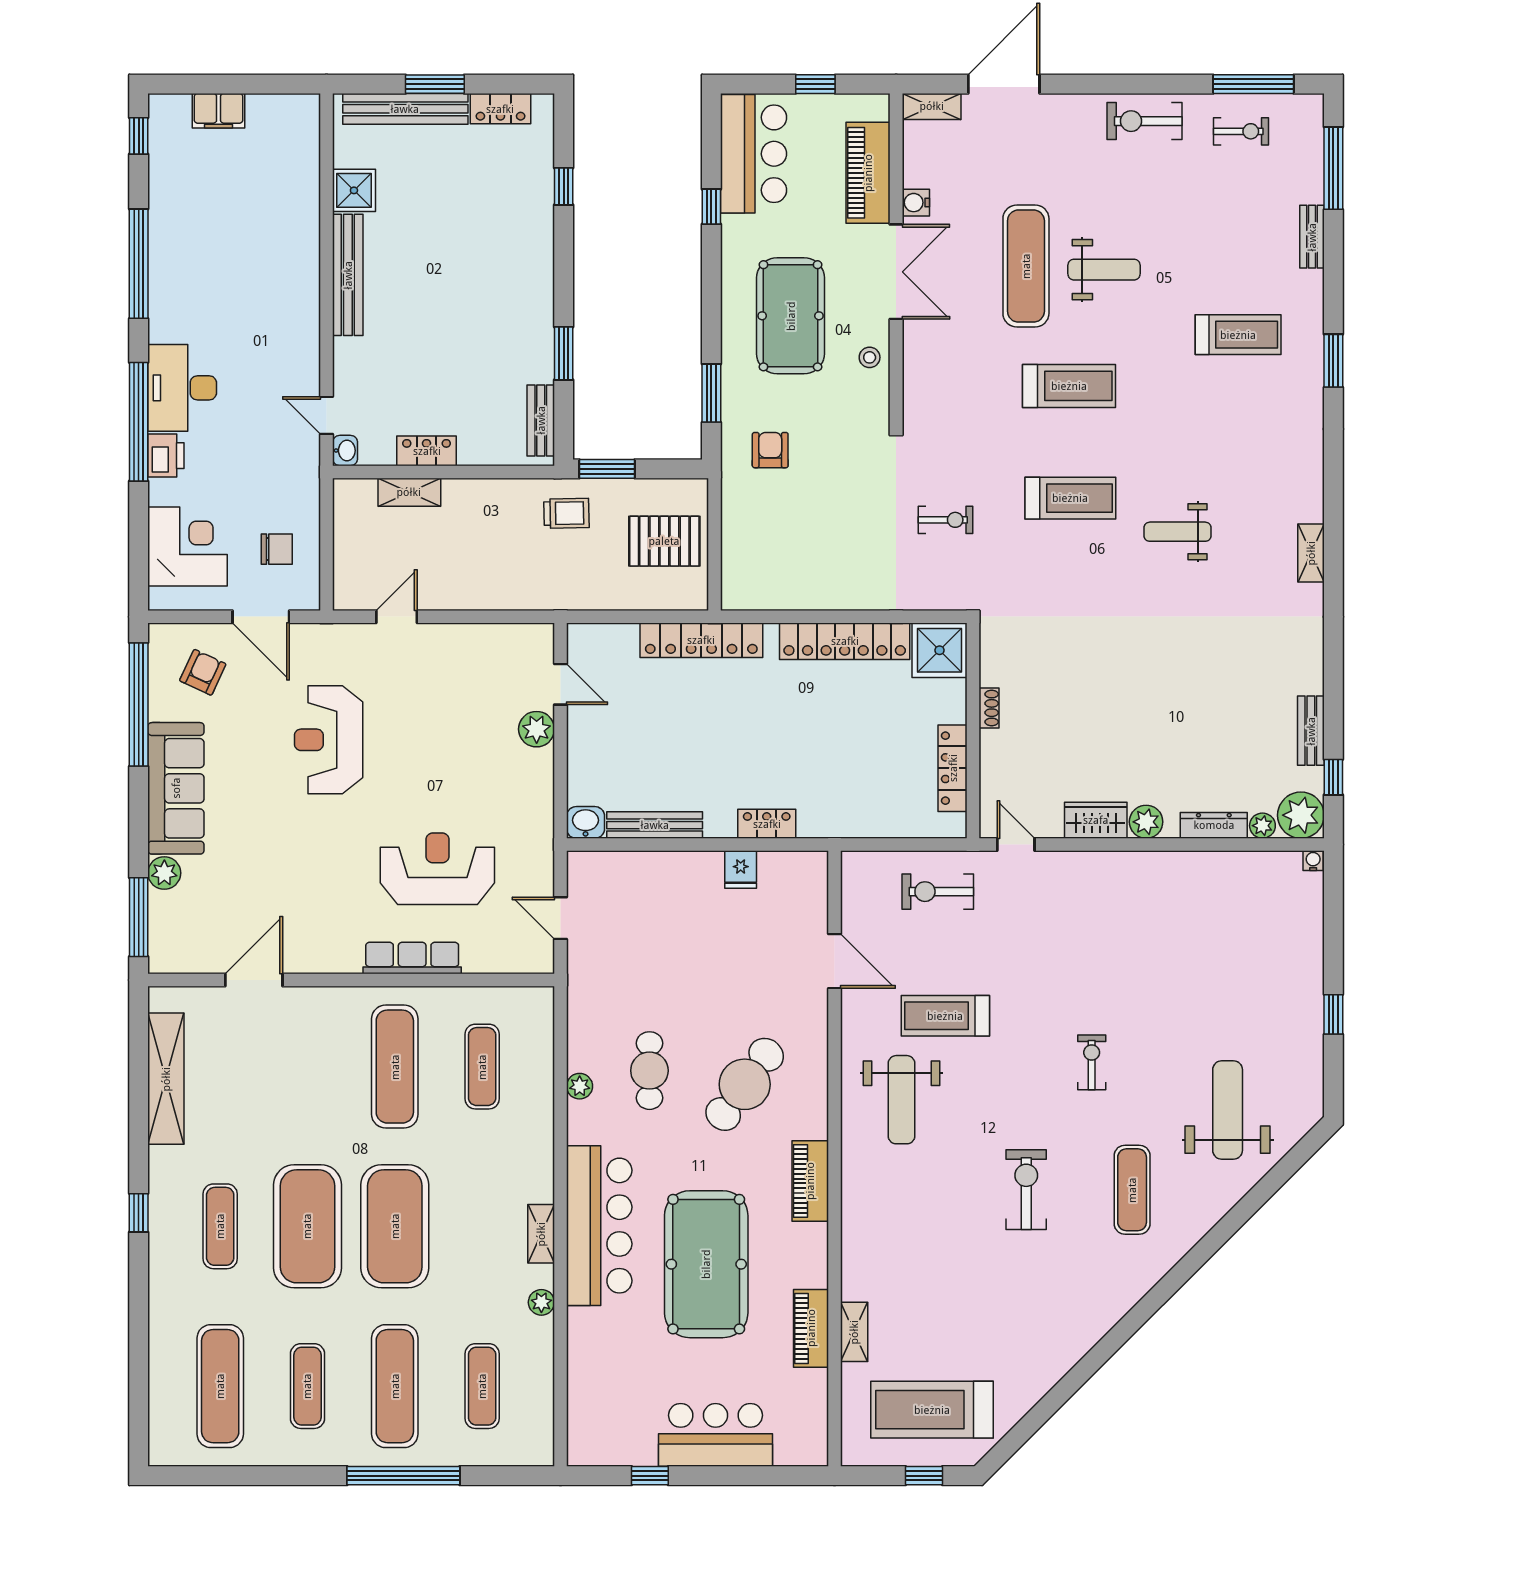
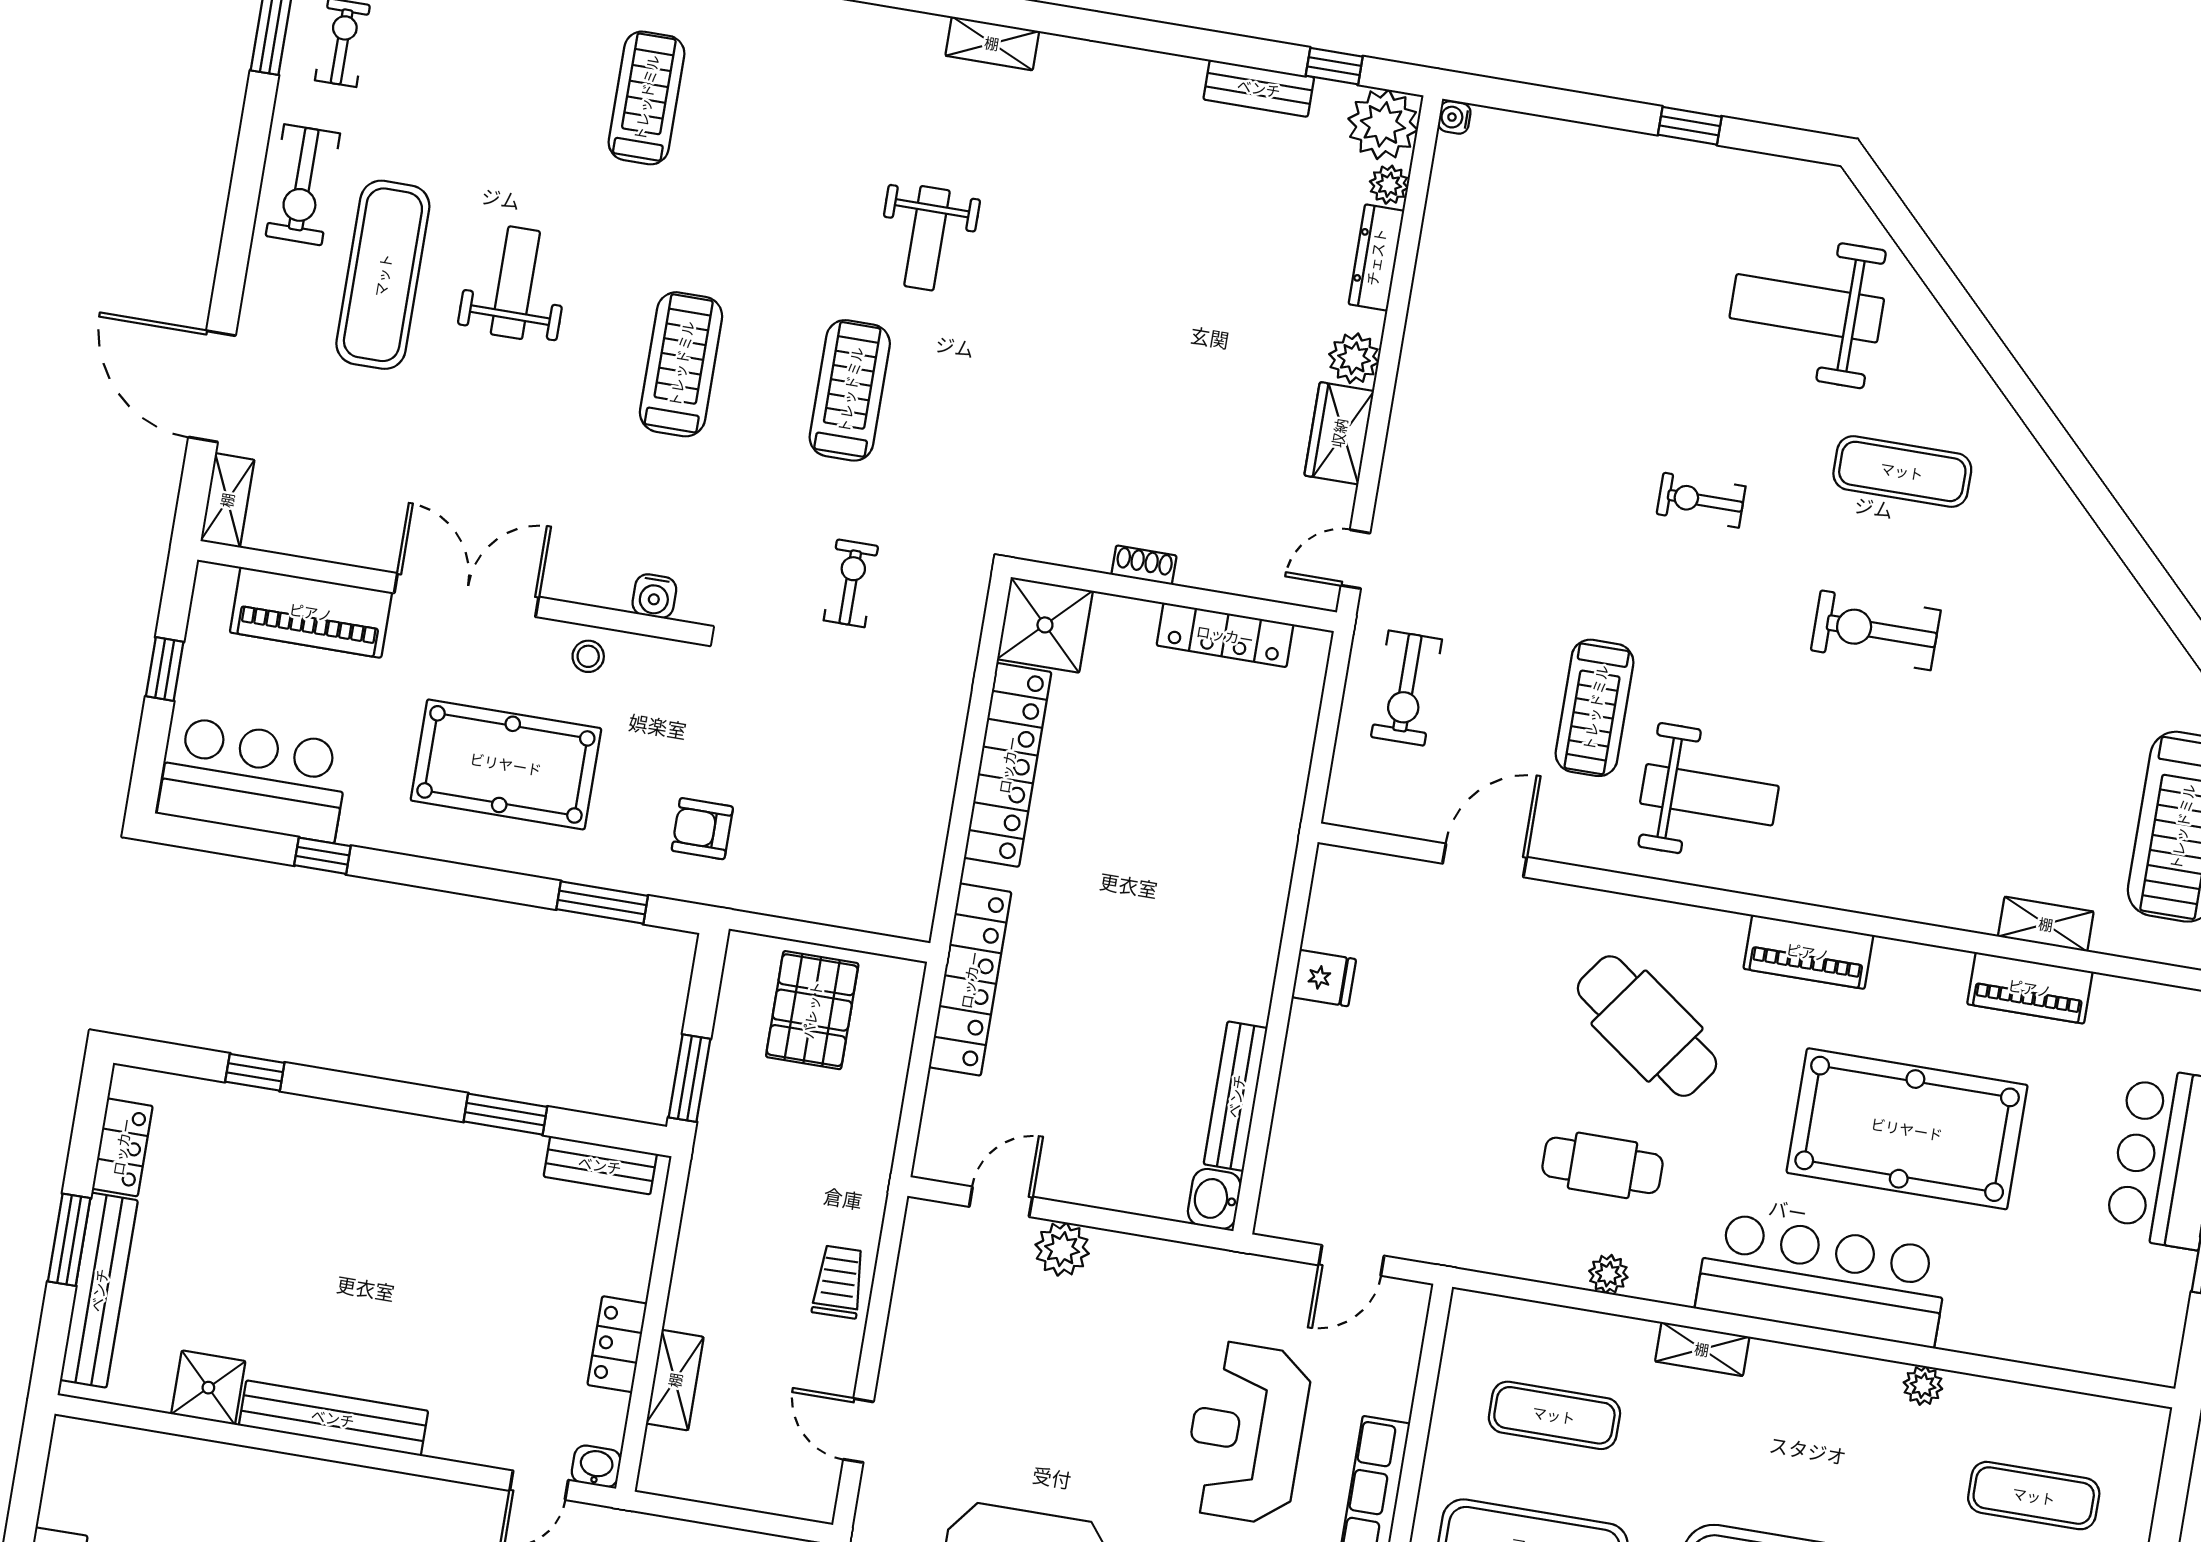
water cooler: (916, 203) -> (654, 596), moved
exercise mat: (1026, 266) -> (383, 275), moved, turned 90
trolley: (566, 513) -> (839, 1282), moved
locker: (767, 824) -> (1262, 928), removed
shelving: (541, 1234) -> (1702, 1349), moved

